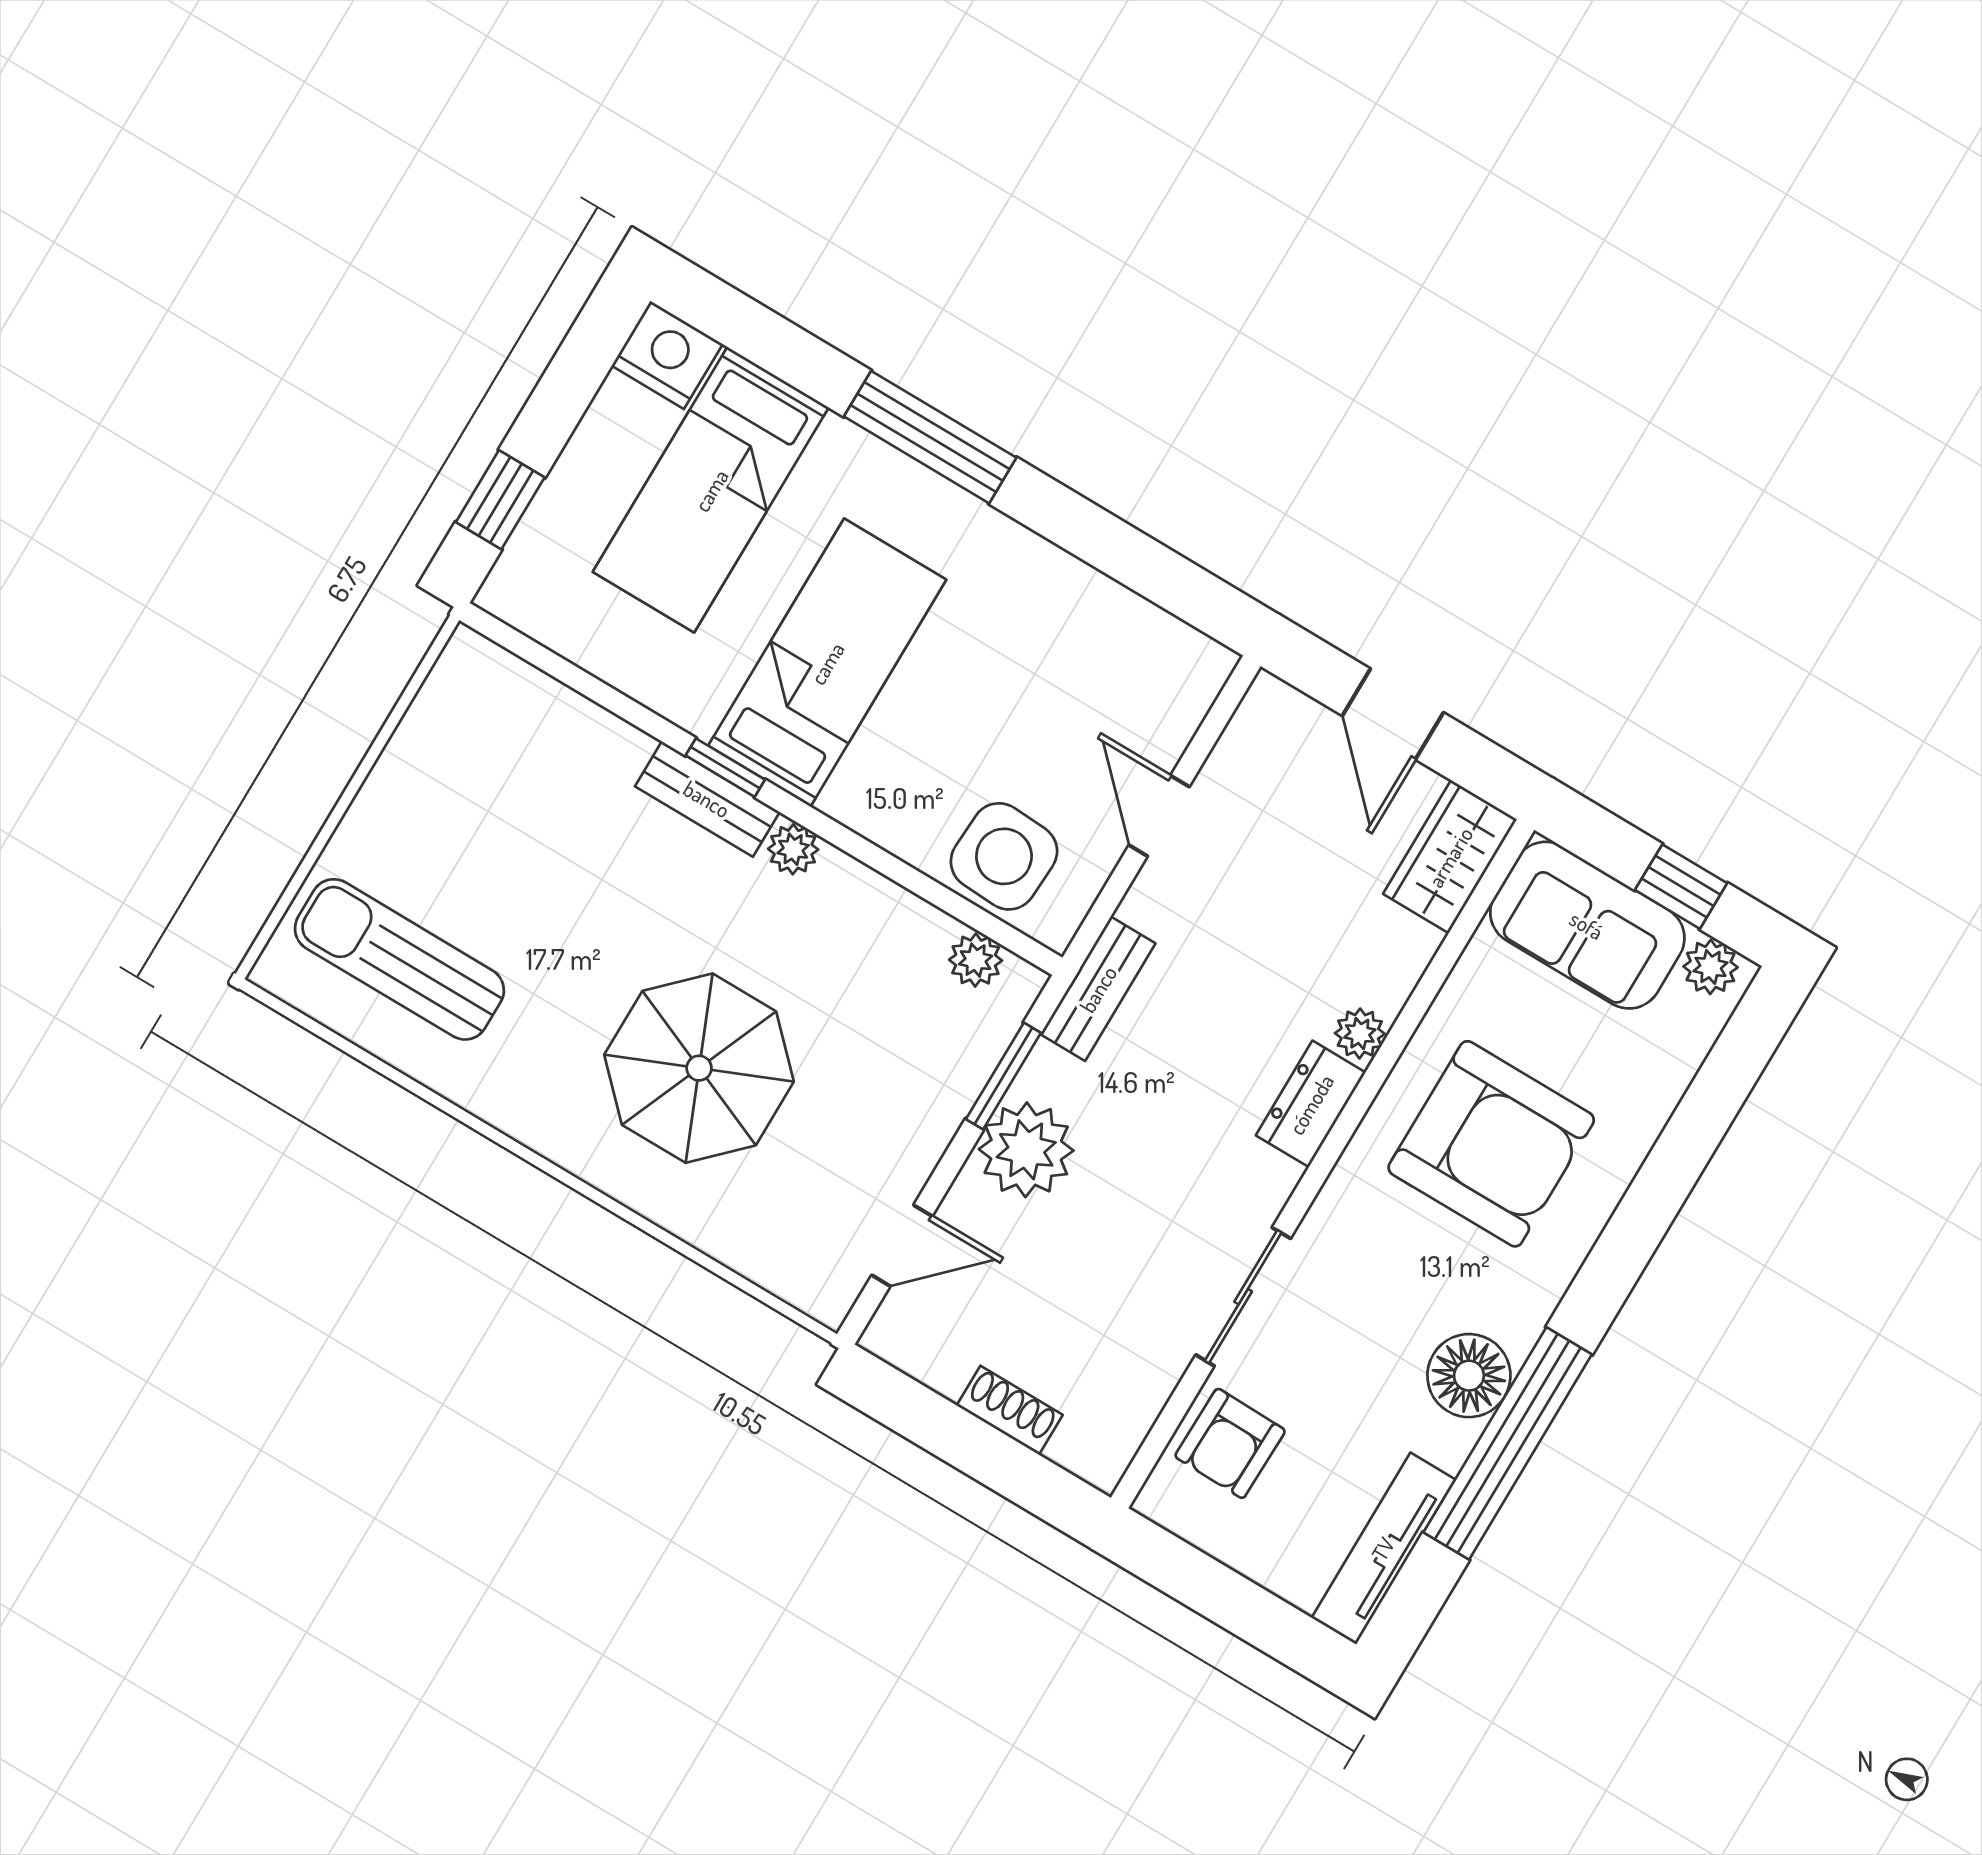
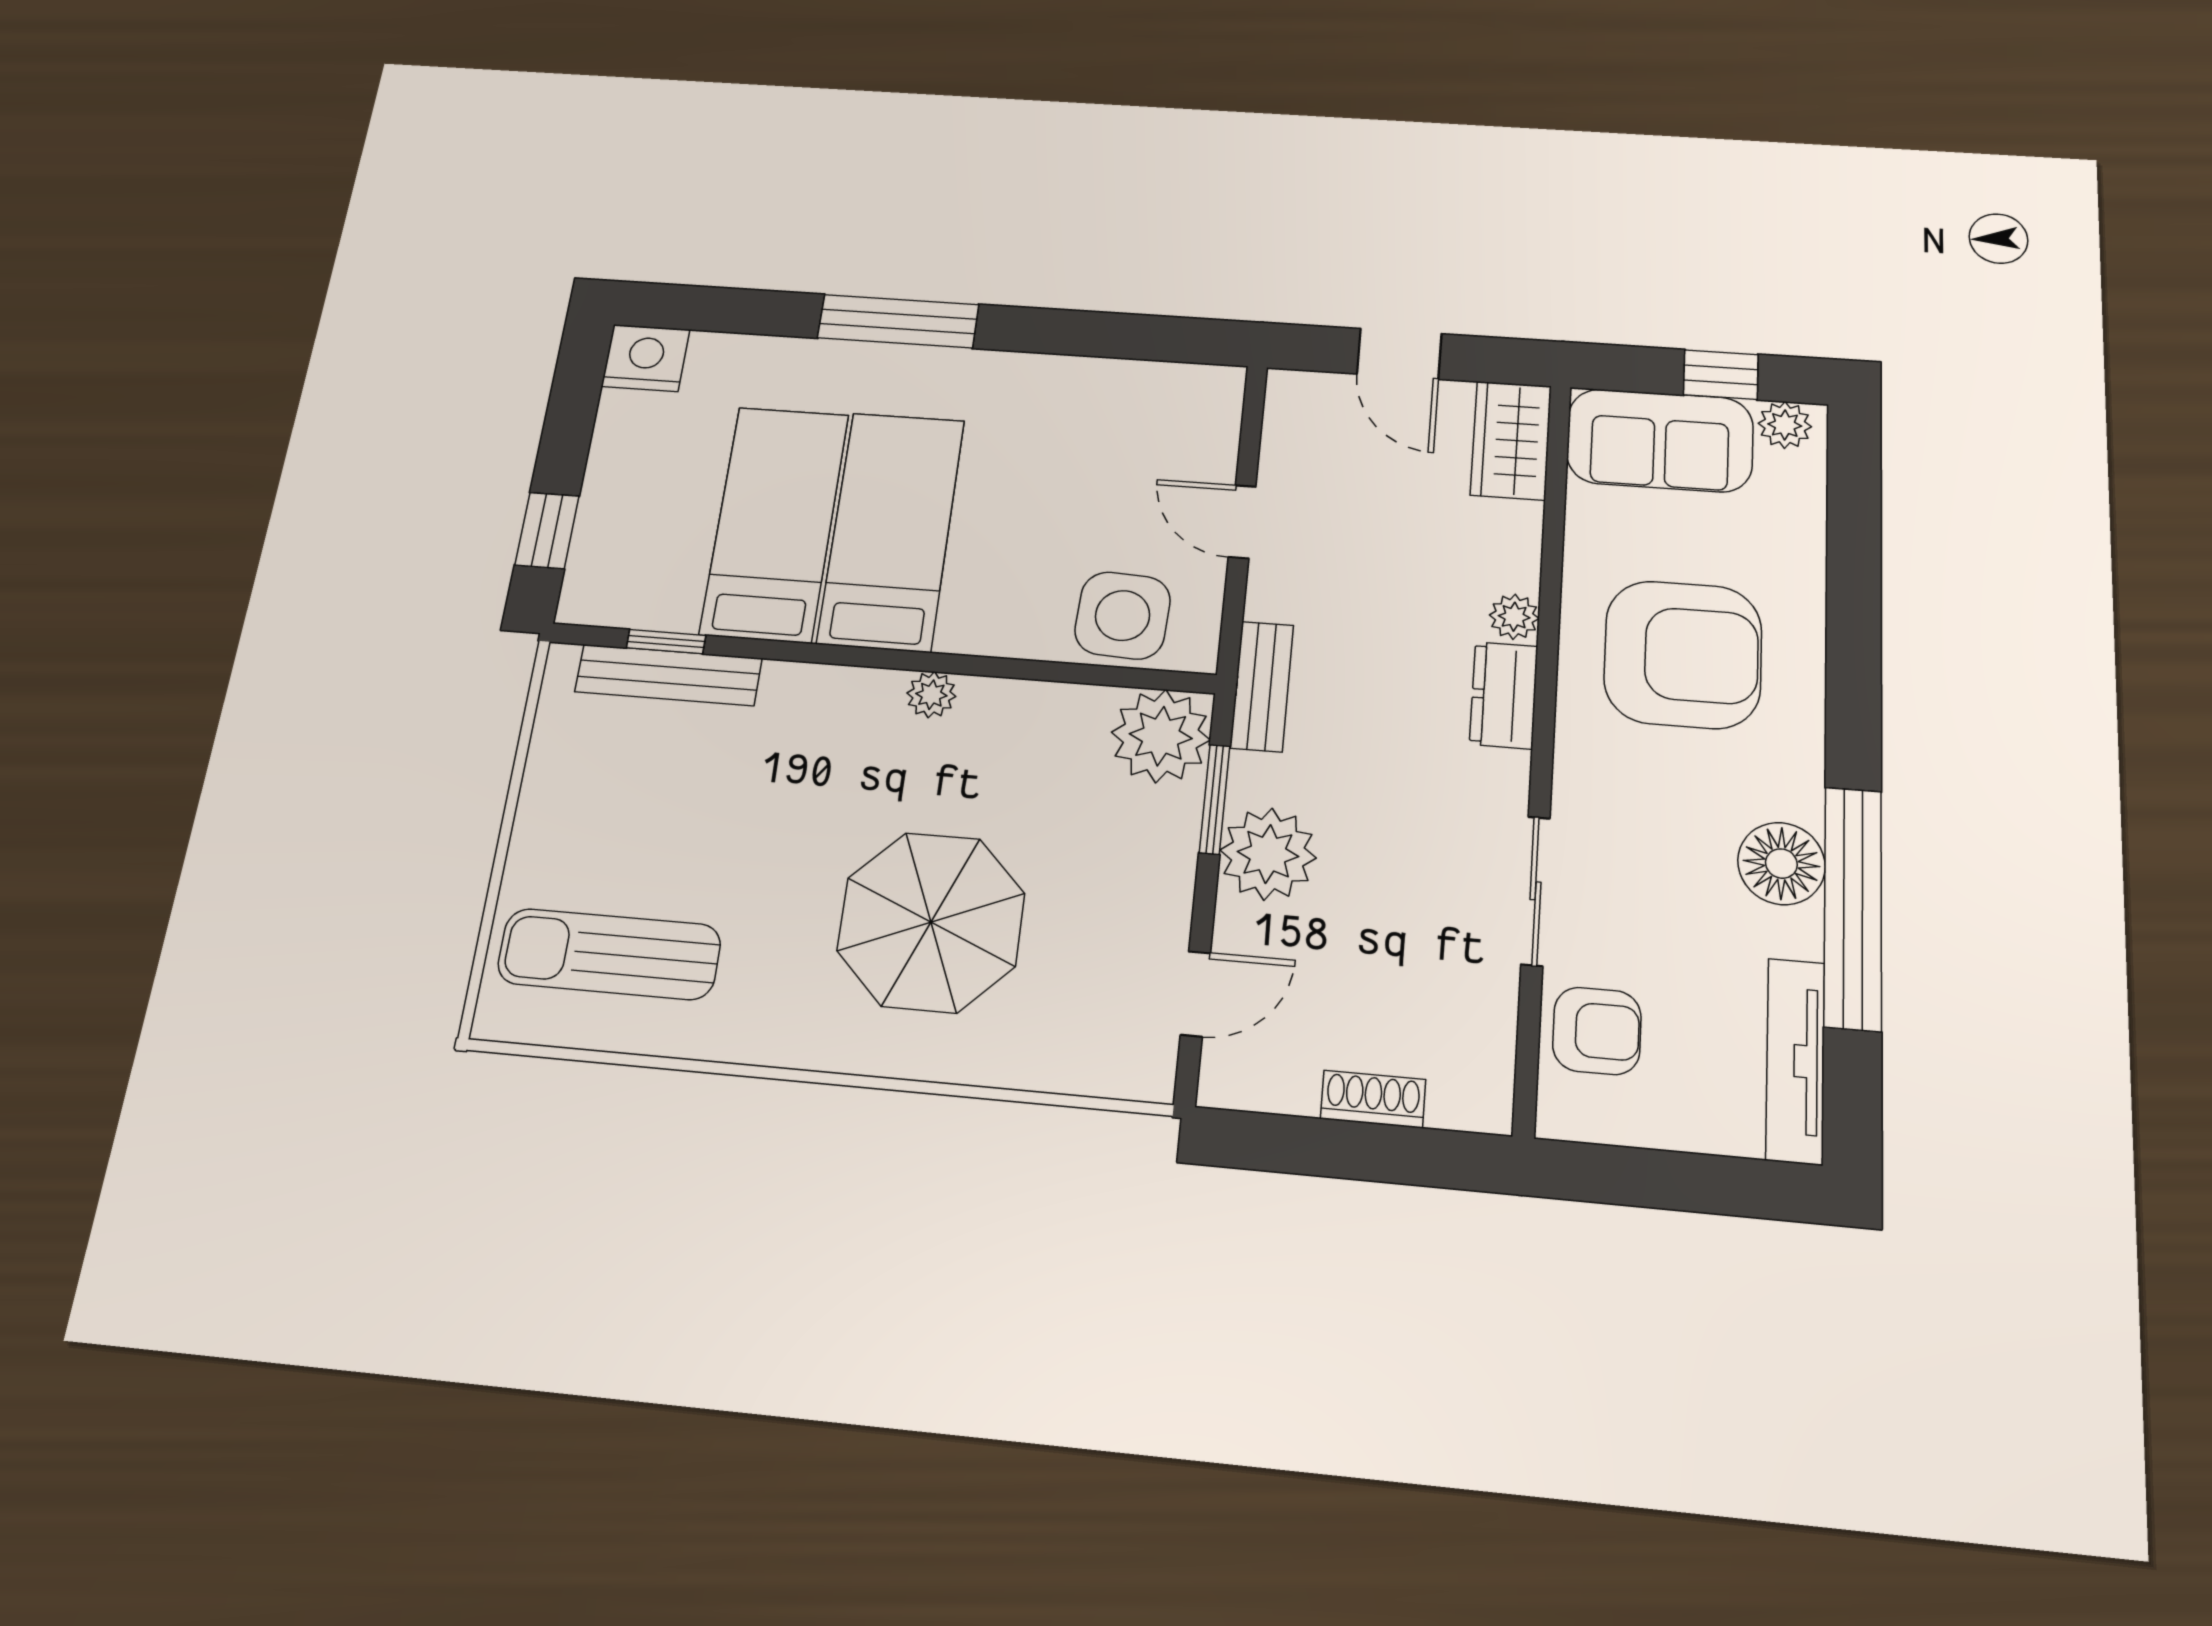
bed: (711, 490) -> (775, 523), moved, turned 180
window: (725, 768) -> (666, 642), moved
bench: (707, 799) -> (668, 675), moved, width x1.36
plant: (976, 960) -> (1161, 736), width x1.88, depth x1.88
armchair: (1230, 1443) -> (1597, 1031), turned -91

